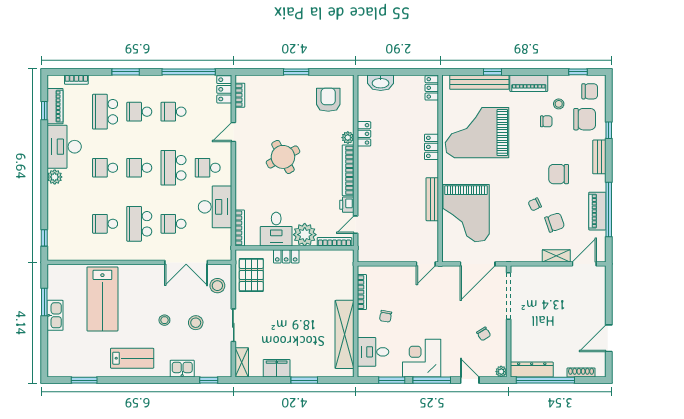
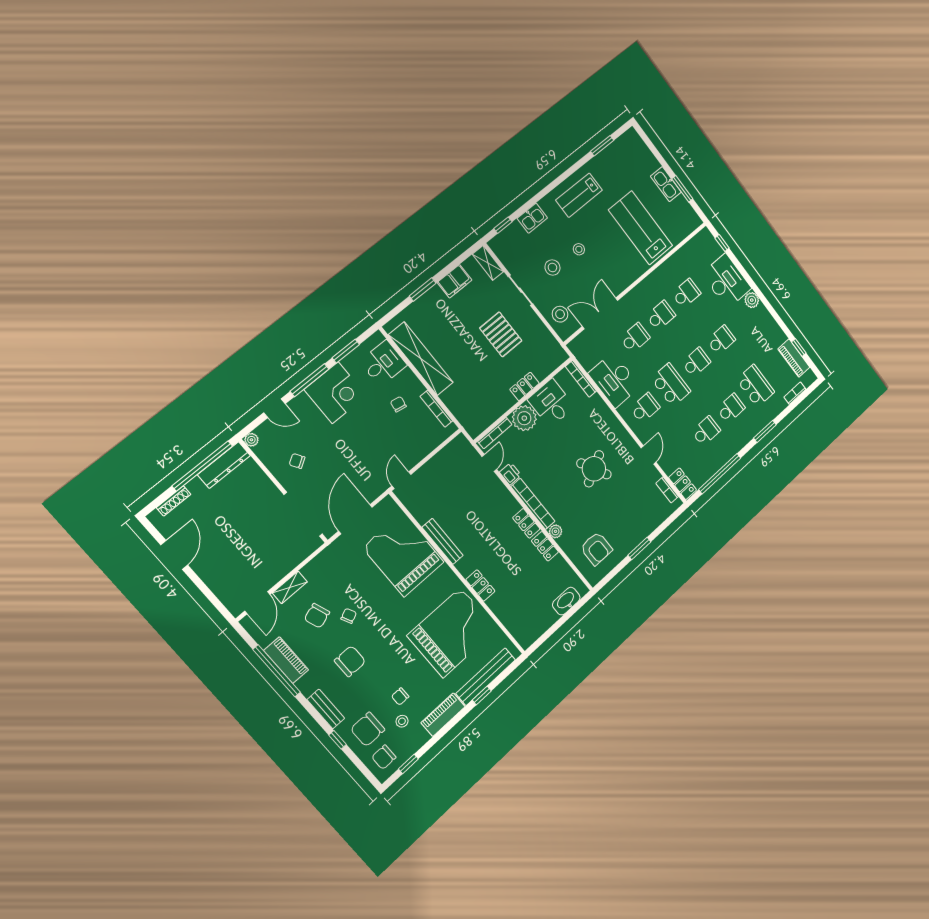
locker: (432, 88) -> (526, 523), moved, turned 180
desk: (64, 147) -> (726, 281), moved
school desk: (139, 224) -> (661, 315), width x0.54
pallet: (251, 275) -> (501, 334), moved

